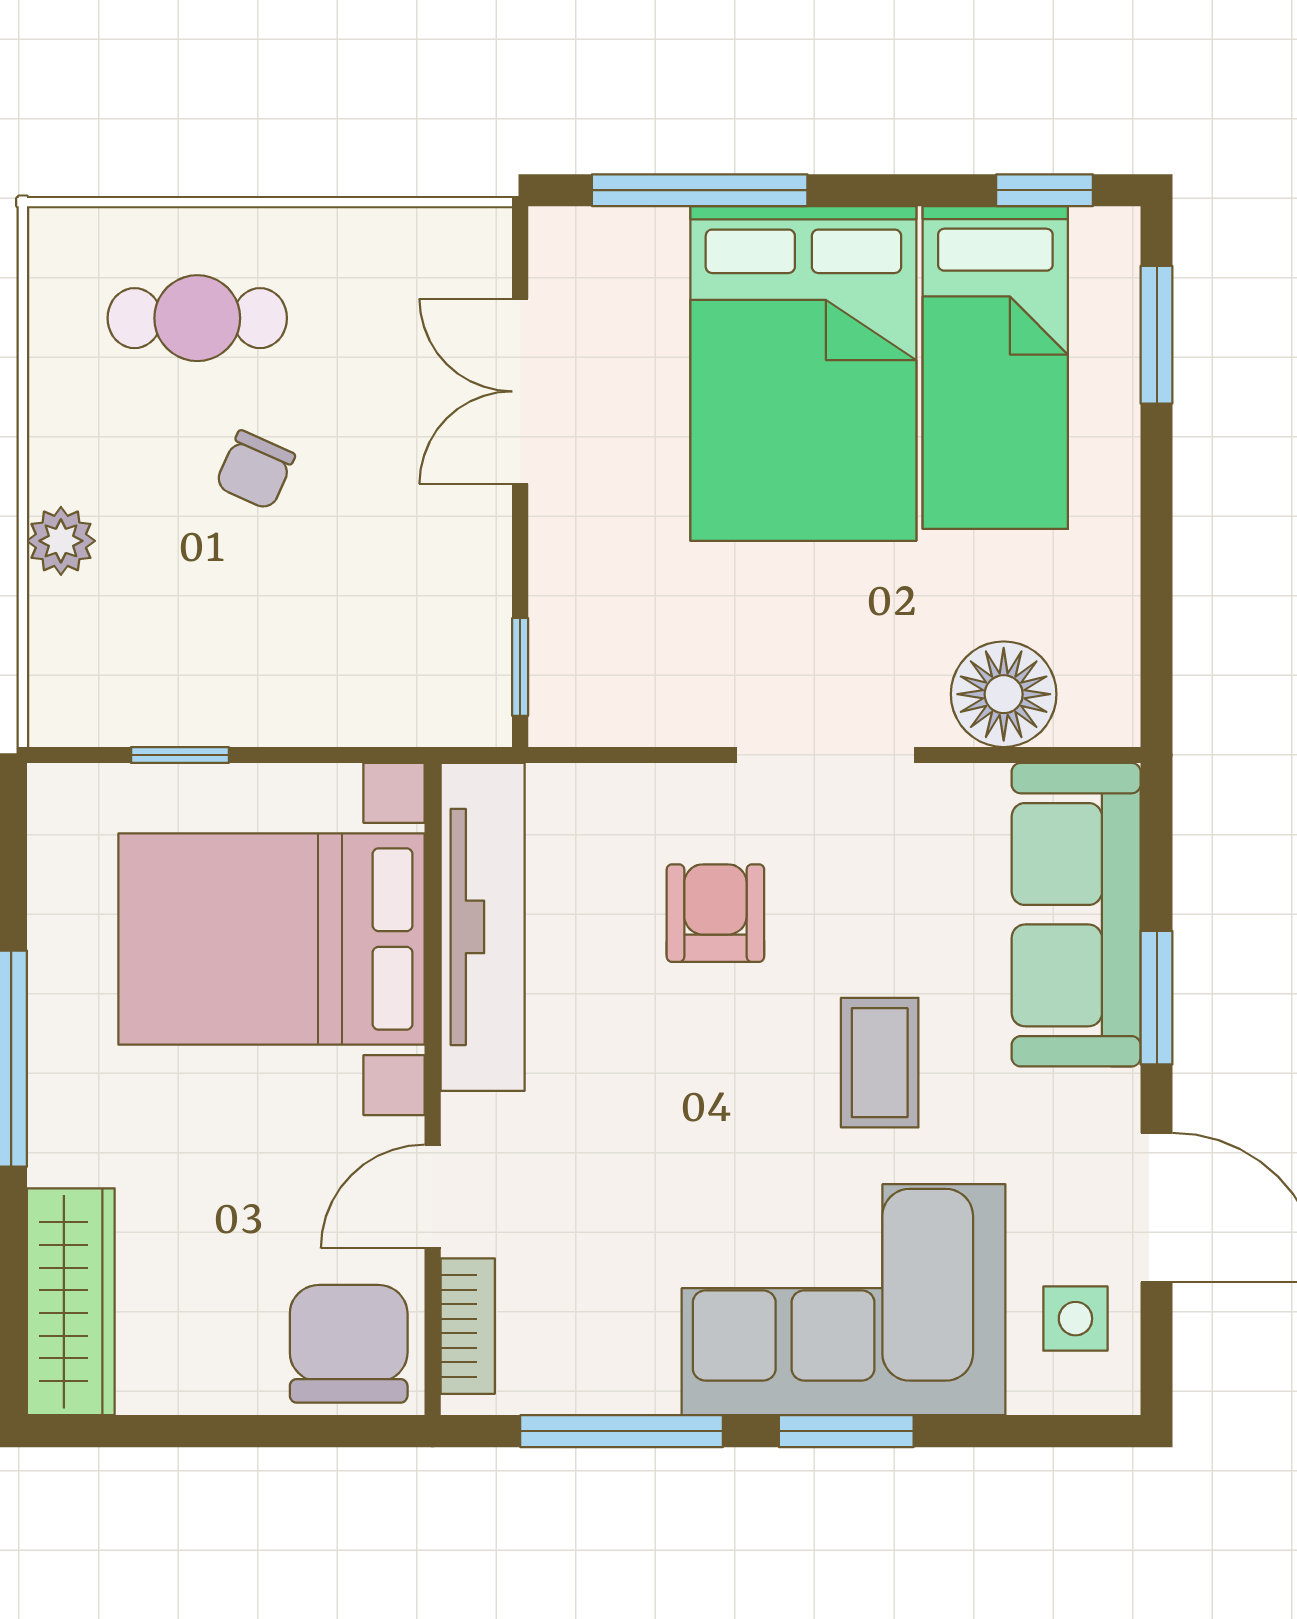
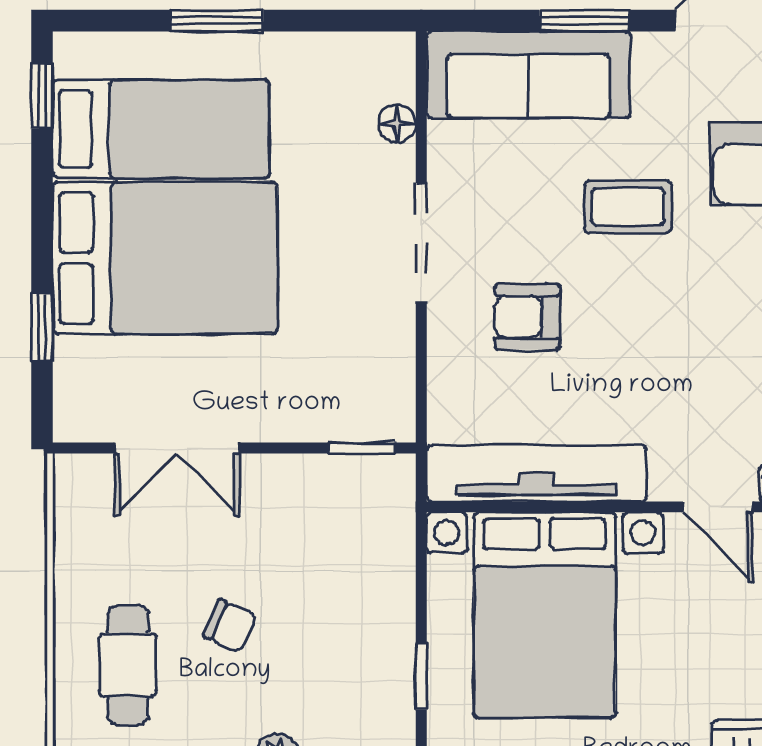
window: (700, 190) -> (42, 327), width x0.46
window: (1157, 335) -> (217, 21), moved
floor lamp: (1004, 694) -> (397, 123), width x0.53, depth x0.53

